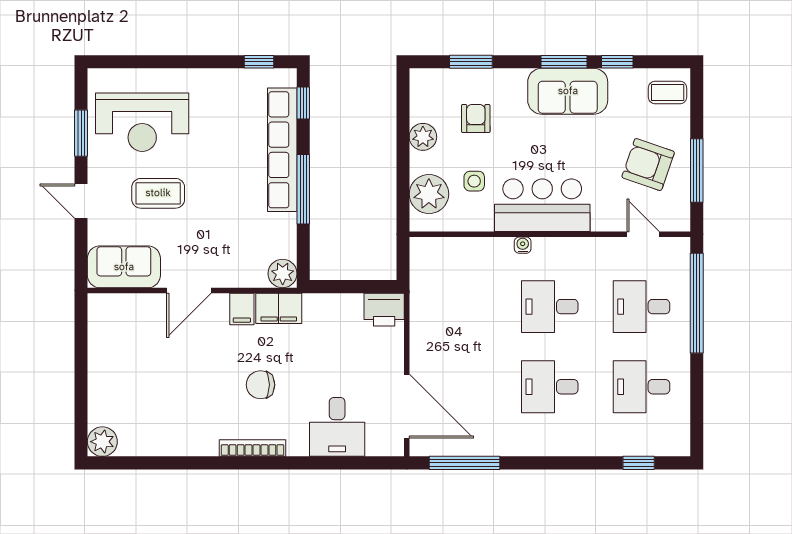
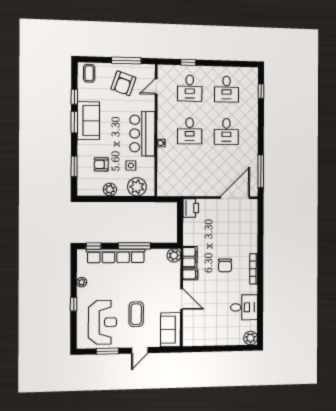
window: (259, 62) -> (74, 304), moved
plant: (227, 78) -> (82, 282), added
window: (697, 303) -> (188, 62), width x0.32
desk: (337, 427) -> (244, 307), moved

